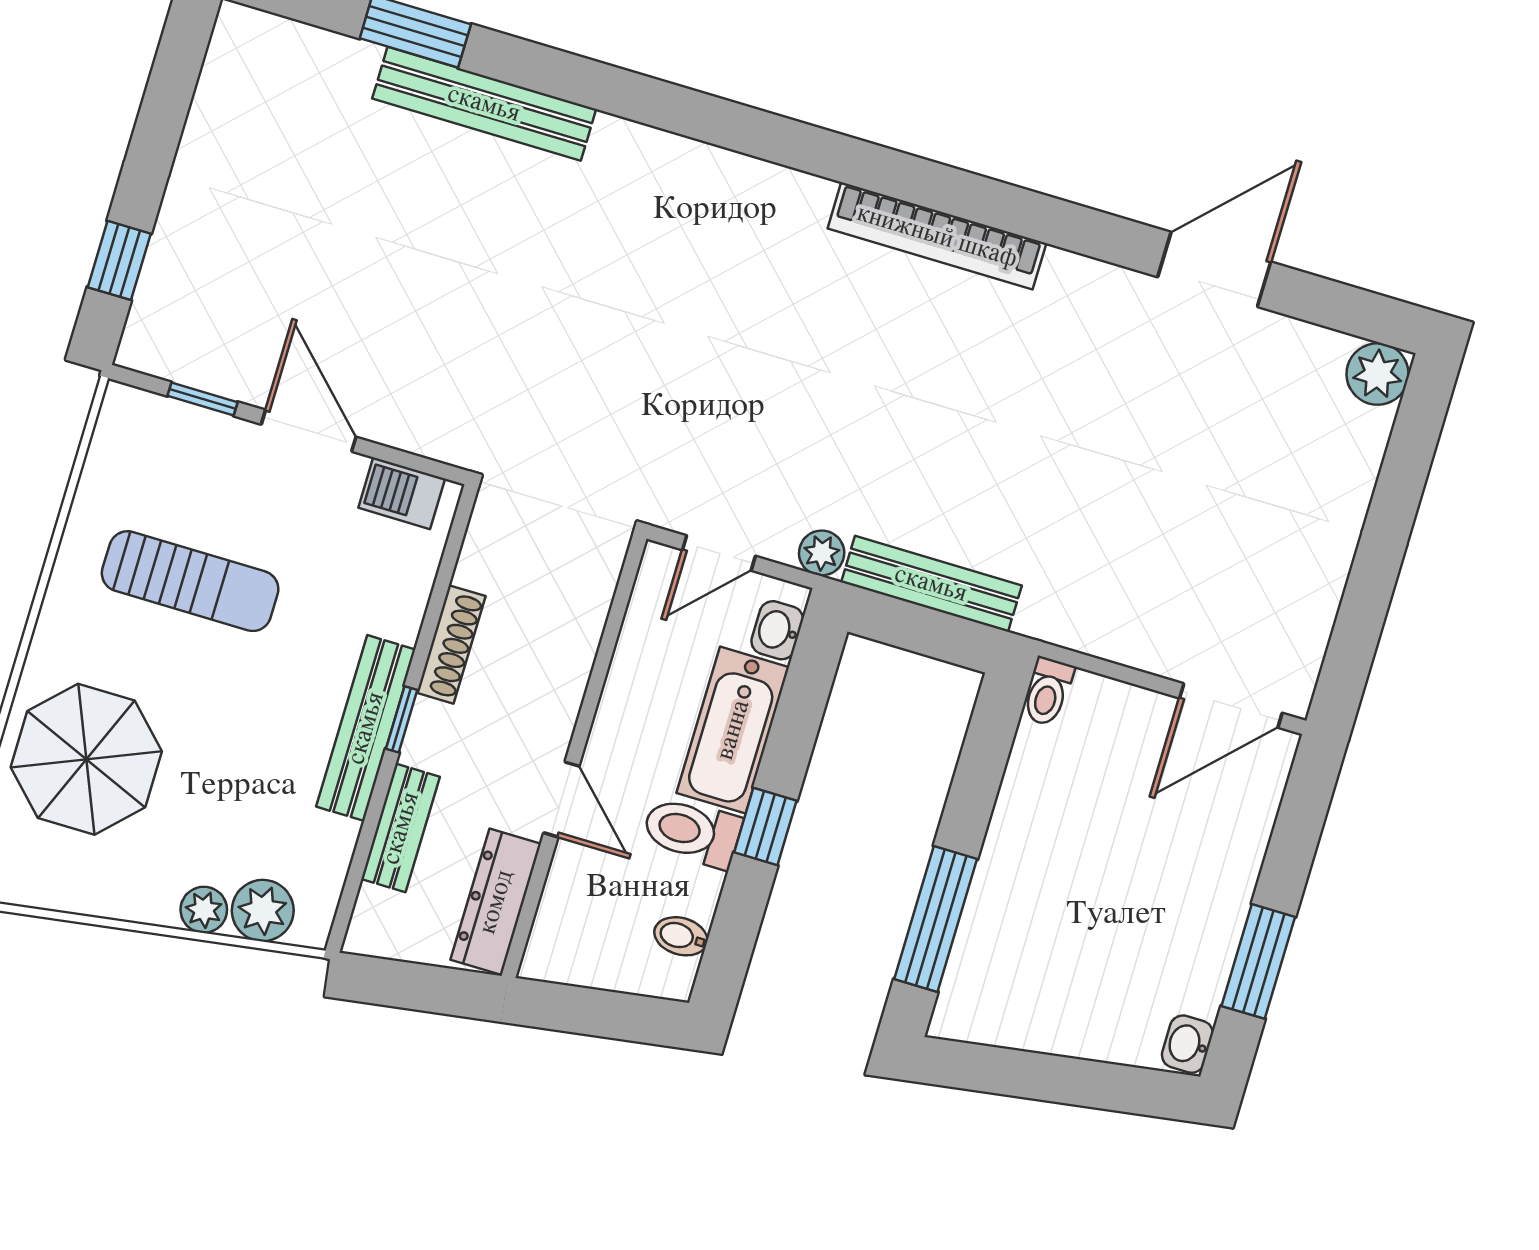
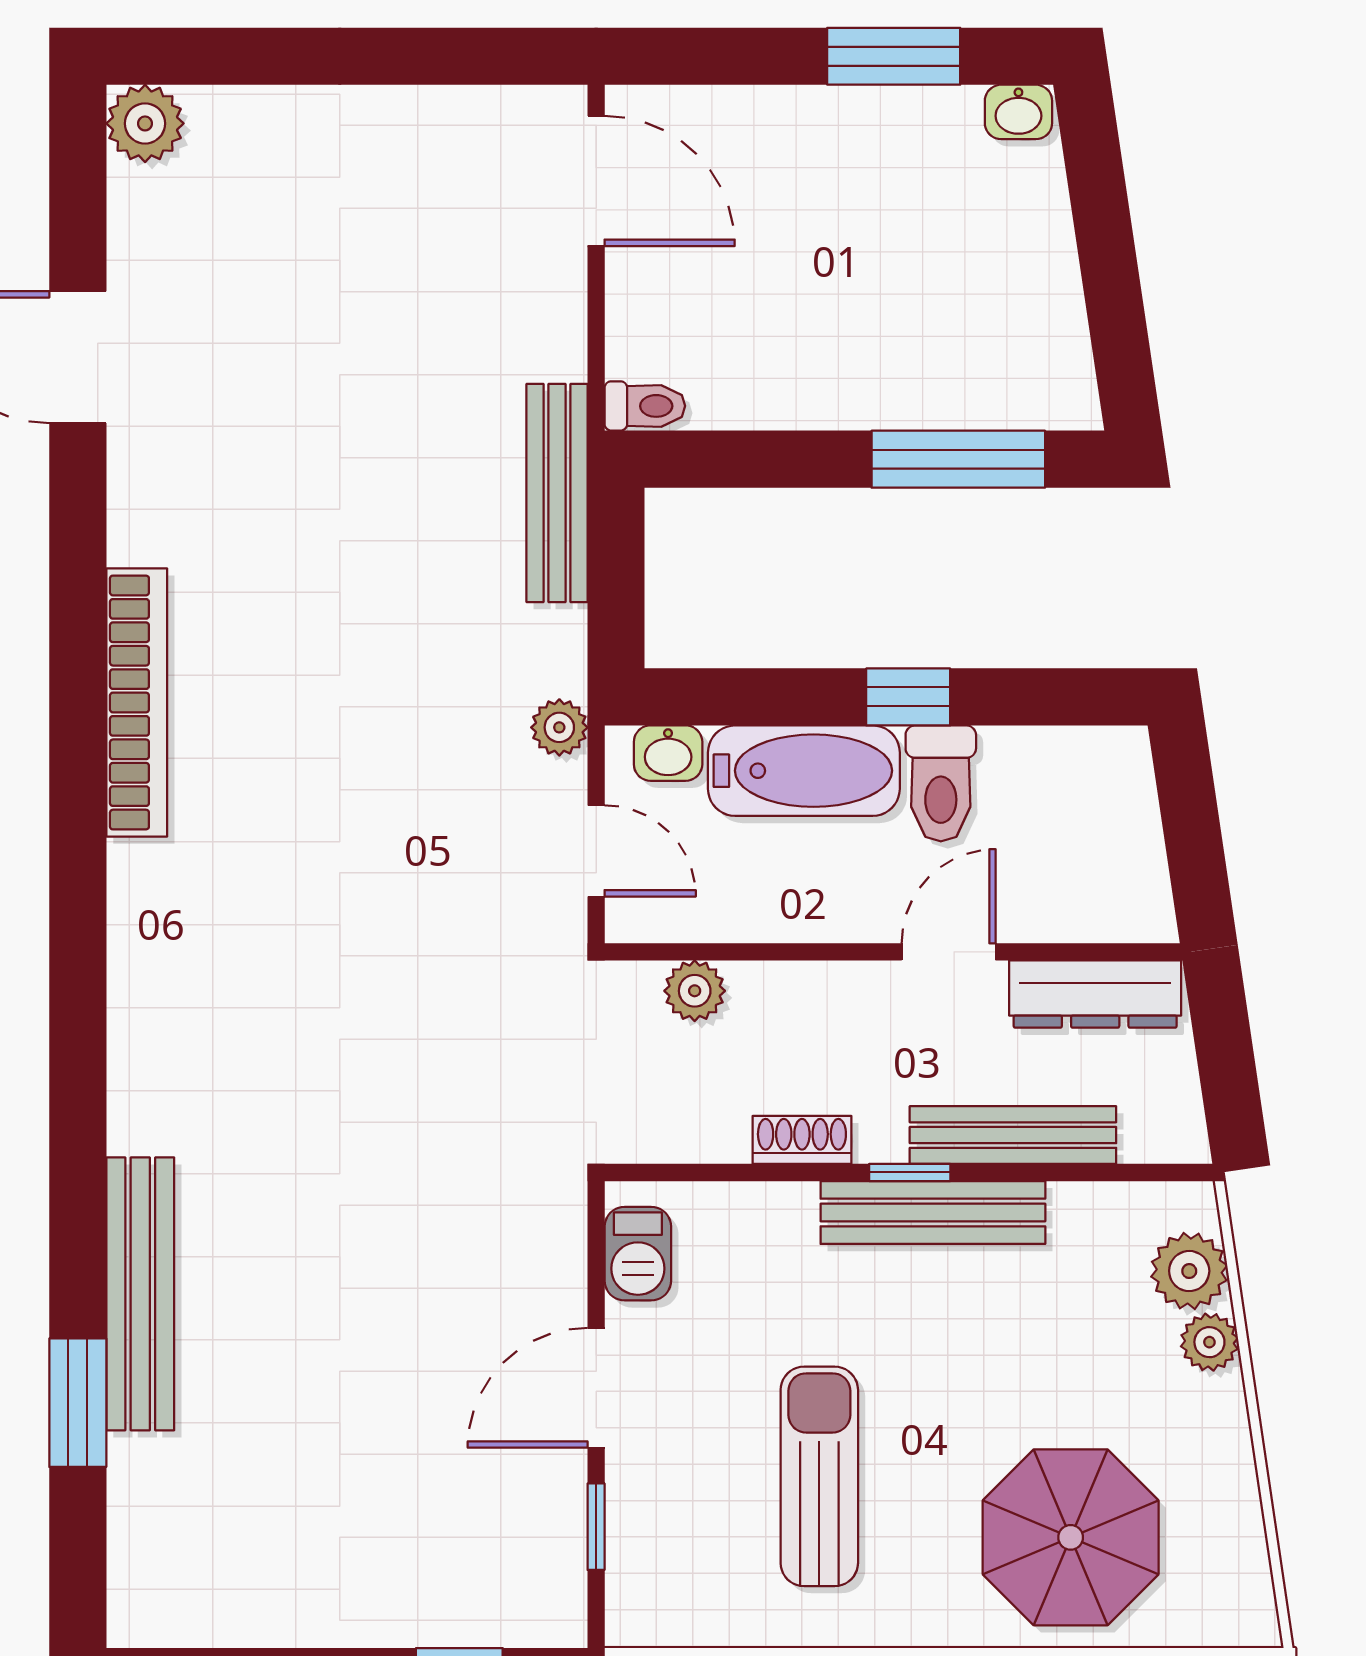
bench: (931, 584) -> (557, 493), moved
plant: (590, 596) -> (695, 991), added
shoe rack: (451, 644) -> (802, 1140), width x0.70
bench: (401, 828) -> (1013, 1135), width x1.36
bidet: (681, 936) -> (1070, 759), removed

